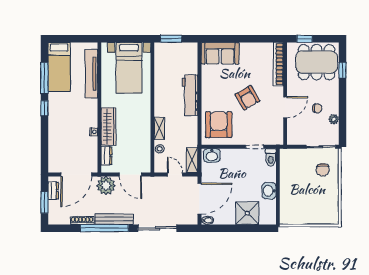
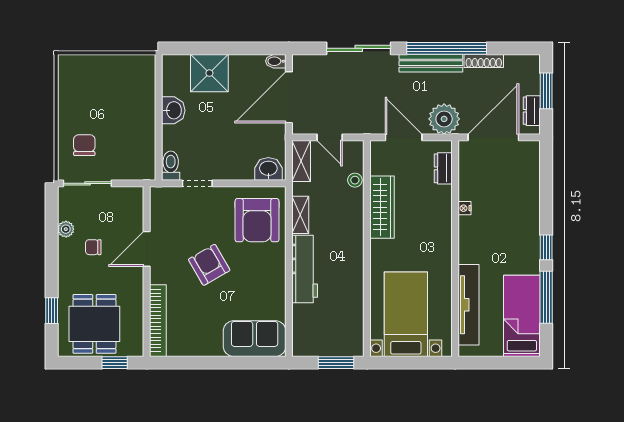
dining table: (317, 62) -> (94, 324), width x0.73
wardrobe: (108, 127) -> (382, 207), moved, turned 180
shelving: (159, 128) -> (300, 215), moved

